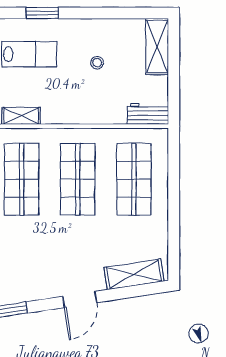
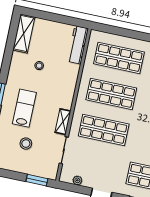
shelving: (157, 47) -> (24, 34), moved, turned 90
workbench: (148, 114) -> (78, 45), width x1.38

